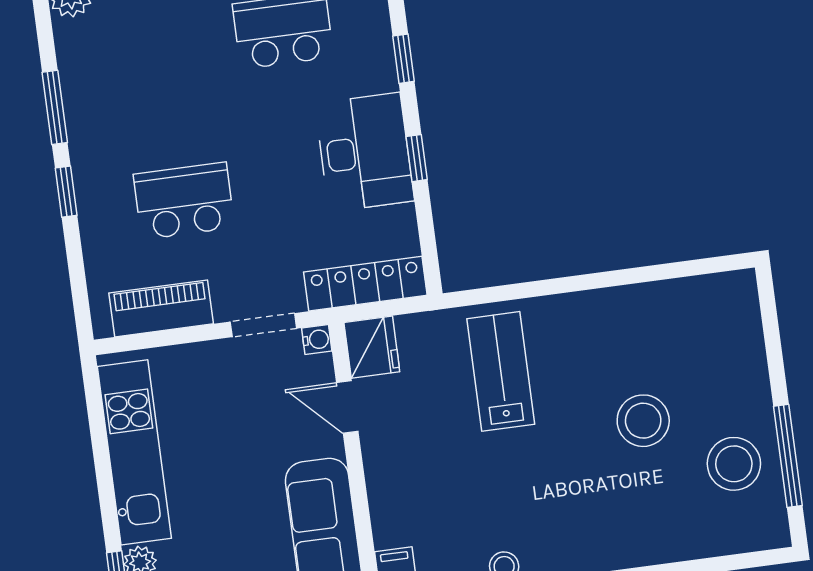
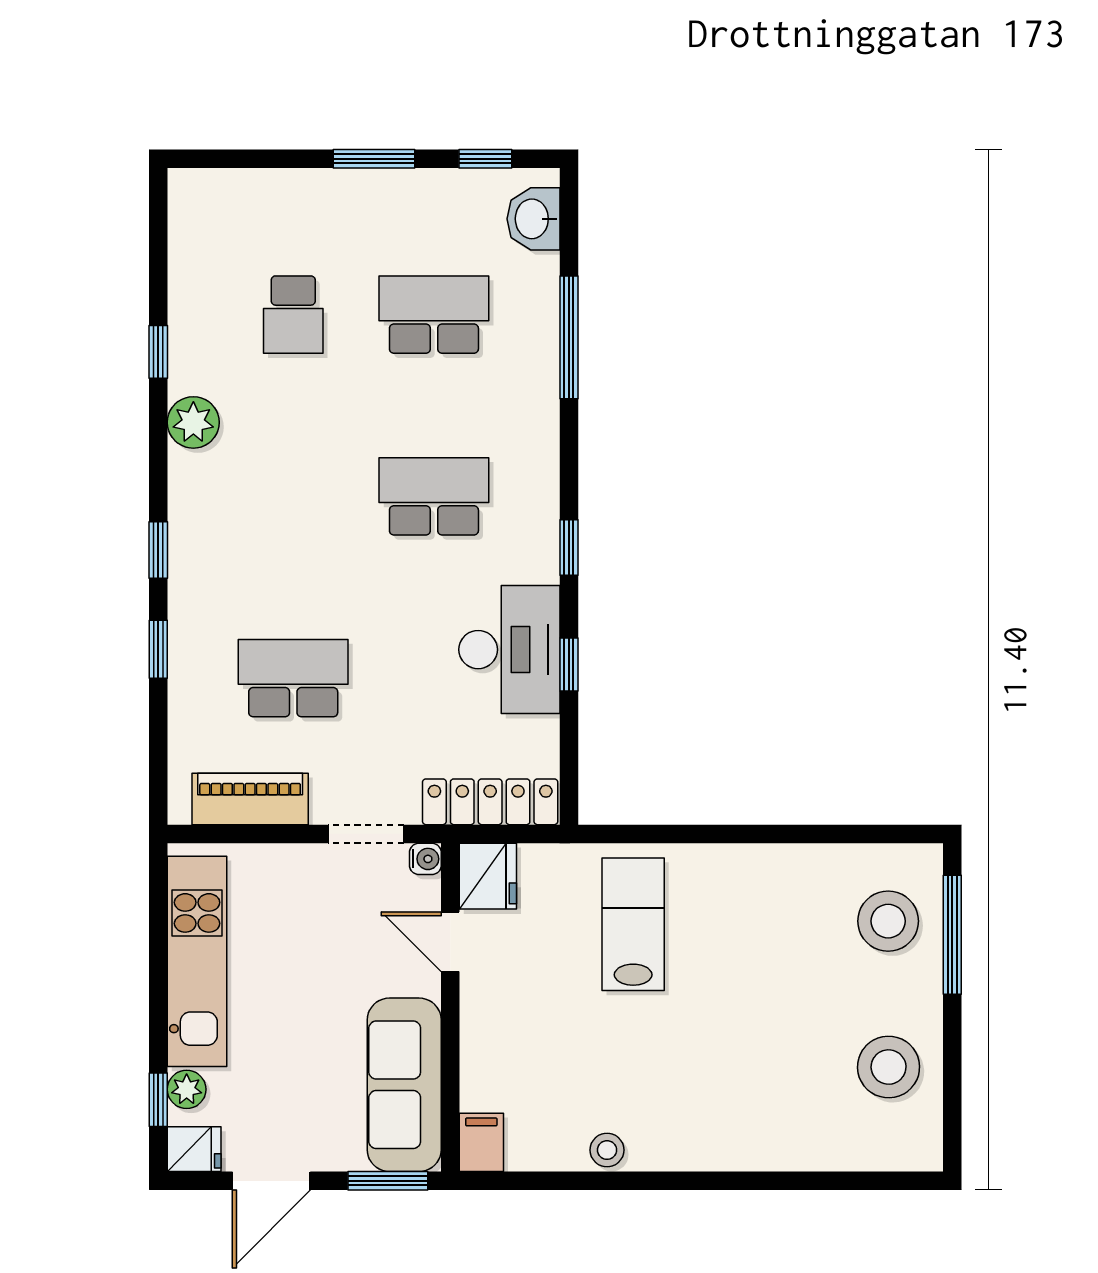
window: (55, 107) -> (158, 550), width x0.67
stool: (643, 421) -> (888, 921), moved
window: (788, 456) -> (952, 935), moved

